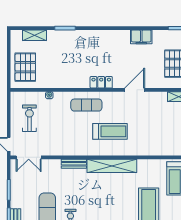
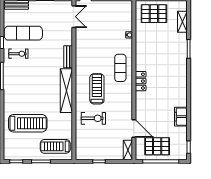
door: (135, 90) -> (134, 128), moved
exercise bike: (29, 118) -> (93, 118), moved
treadmill: (110, 131) -> (97, 89), turned 180
double door: (29, 157) -> (74, 17), swing flipped

